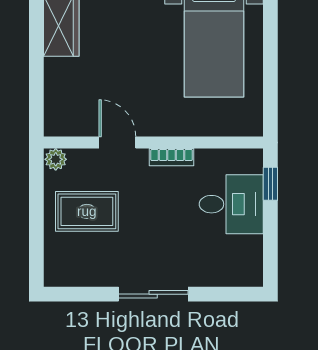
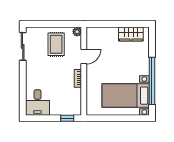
desk: (231, 204) -> (38, 102), moved
sliding door: (153, 294) -> (23, 46), moved

